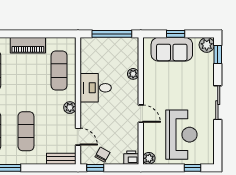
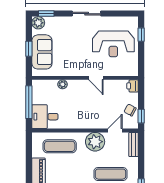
desk: (96, 88) -> (45, 117), moved, turned 90
plant: (70, 108) -> (95, 142), width x1.87, depth x1.87
door: (141, 114) -> (96, 78), swing flipped
reception desk: (181, 135) -> (113, 44), turned 180
plant: (149, 158) -> (133, 71), removed

